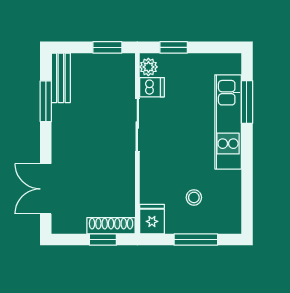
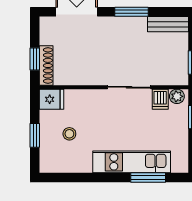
window: (46, 101) -> (131, 12), moved
window: (196, 240) -> (35, 135), width x0.67

